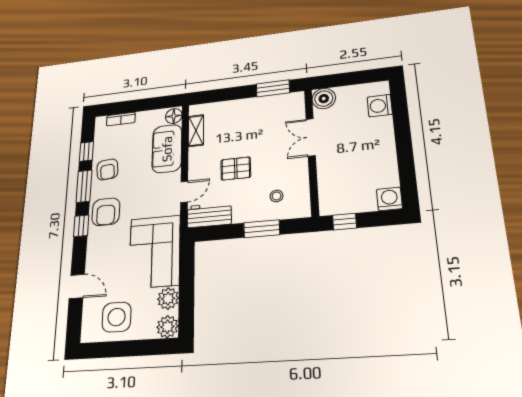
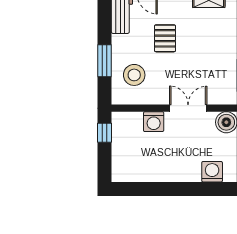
stool: (277, 196) -> (134, 75), width x1.89, depth x1.89
washing machine: (389, 199) -> (154, 122), moved, turned 90

